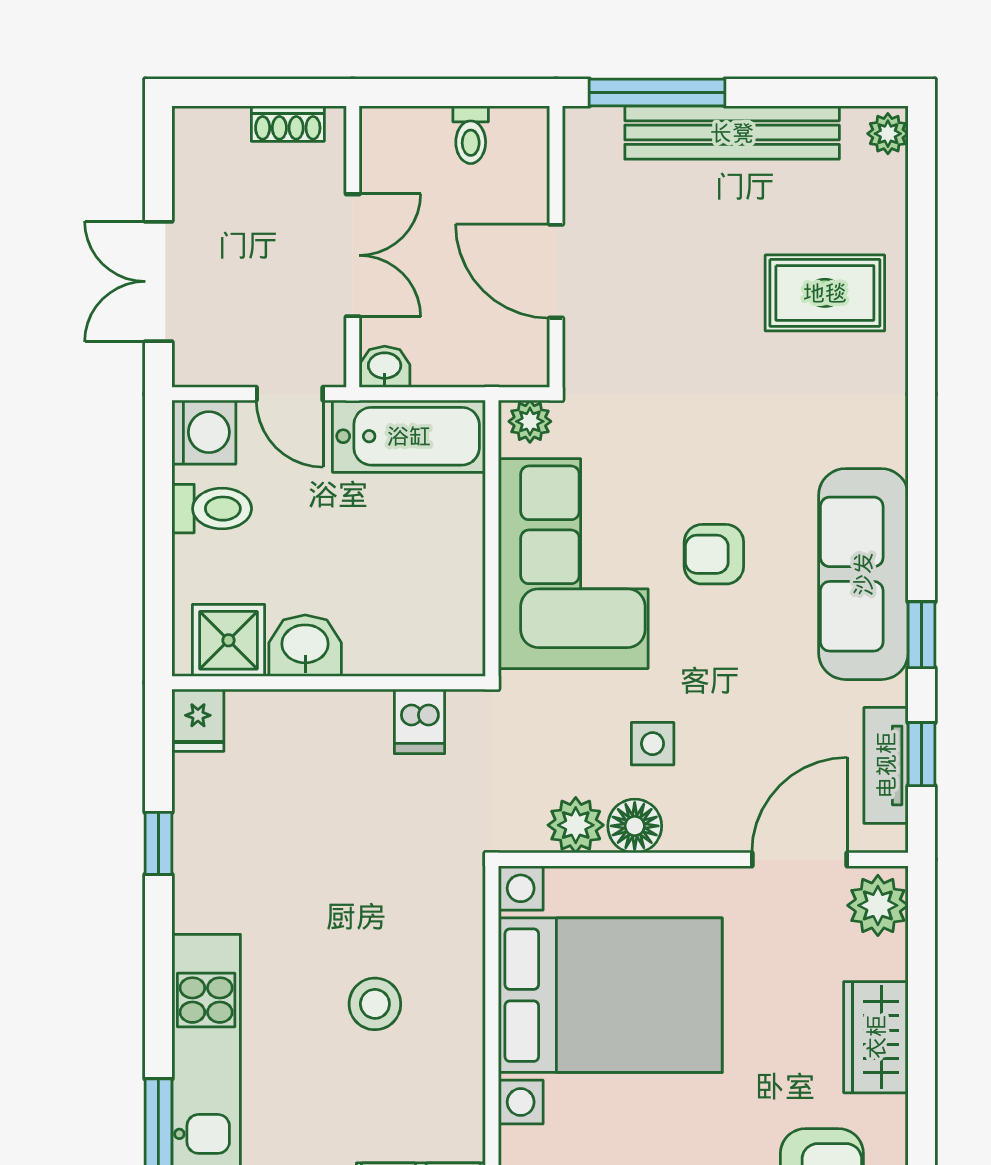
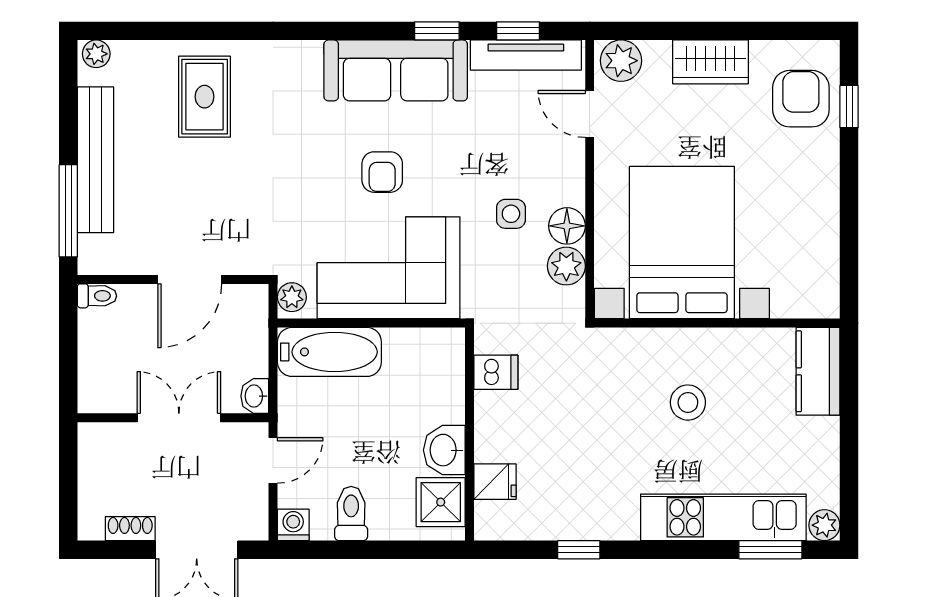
shoe rack: (288, 124) -> (130, 529), moved, turned -90
toilet: (471, 135) -> (97, 296), moved
washing machine: (204, 432) -> (293, 525), width x0.73, depth x0.73
bathtub: (409, 436) -> (329, 352), moved, turned 90
fridge: (198, 720) -> (495, 482), moved
tv unit: (886, 765) -> (526, 55), width x1.41
door: (800, 859) -> (590, 114), width x0.73

